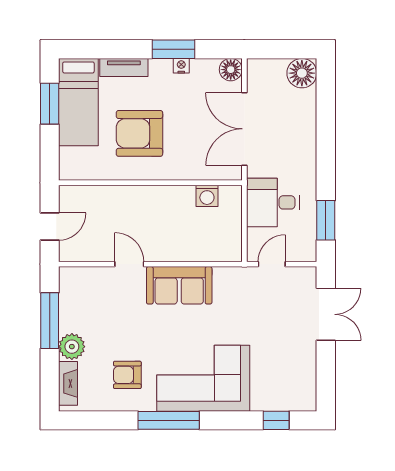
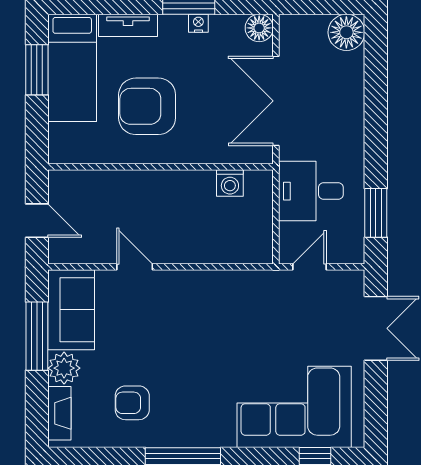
door: (50, 226) -> (37, 221), hinge flipped
sofa: (179, 285) -> (71, 310), moved, turned -90
corner sofa: (203, 378) -> (294, 407), moved

